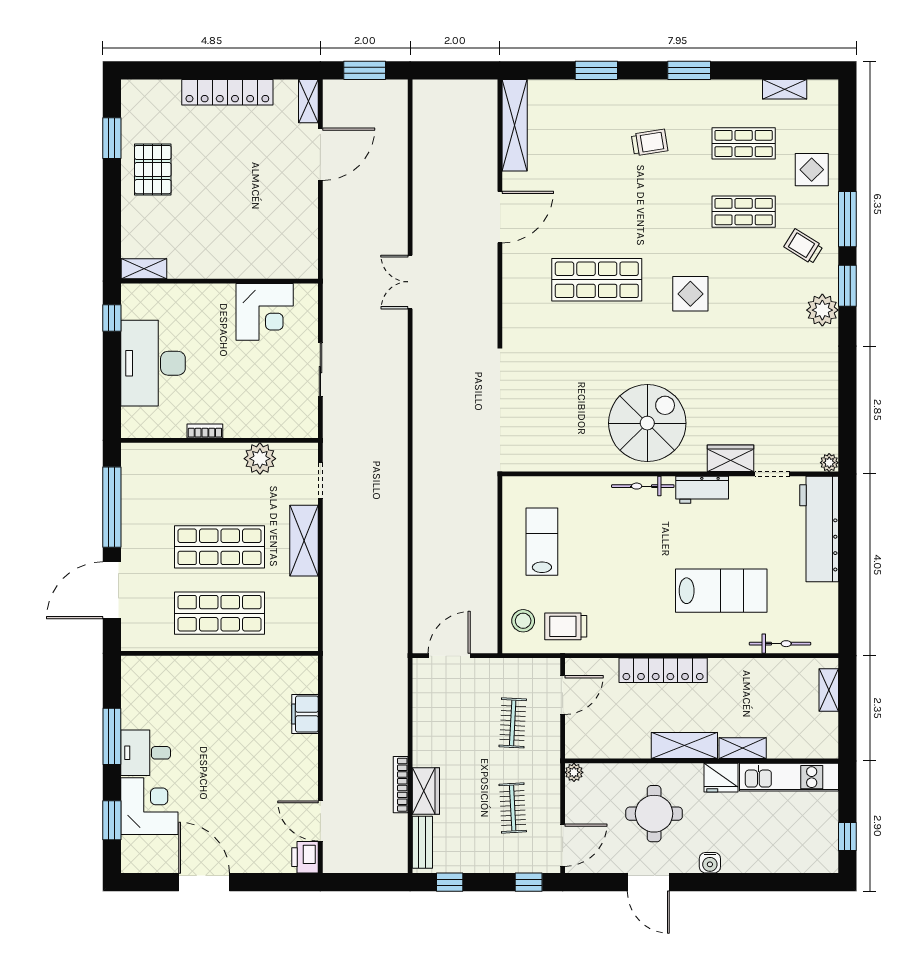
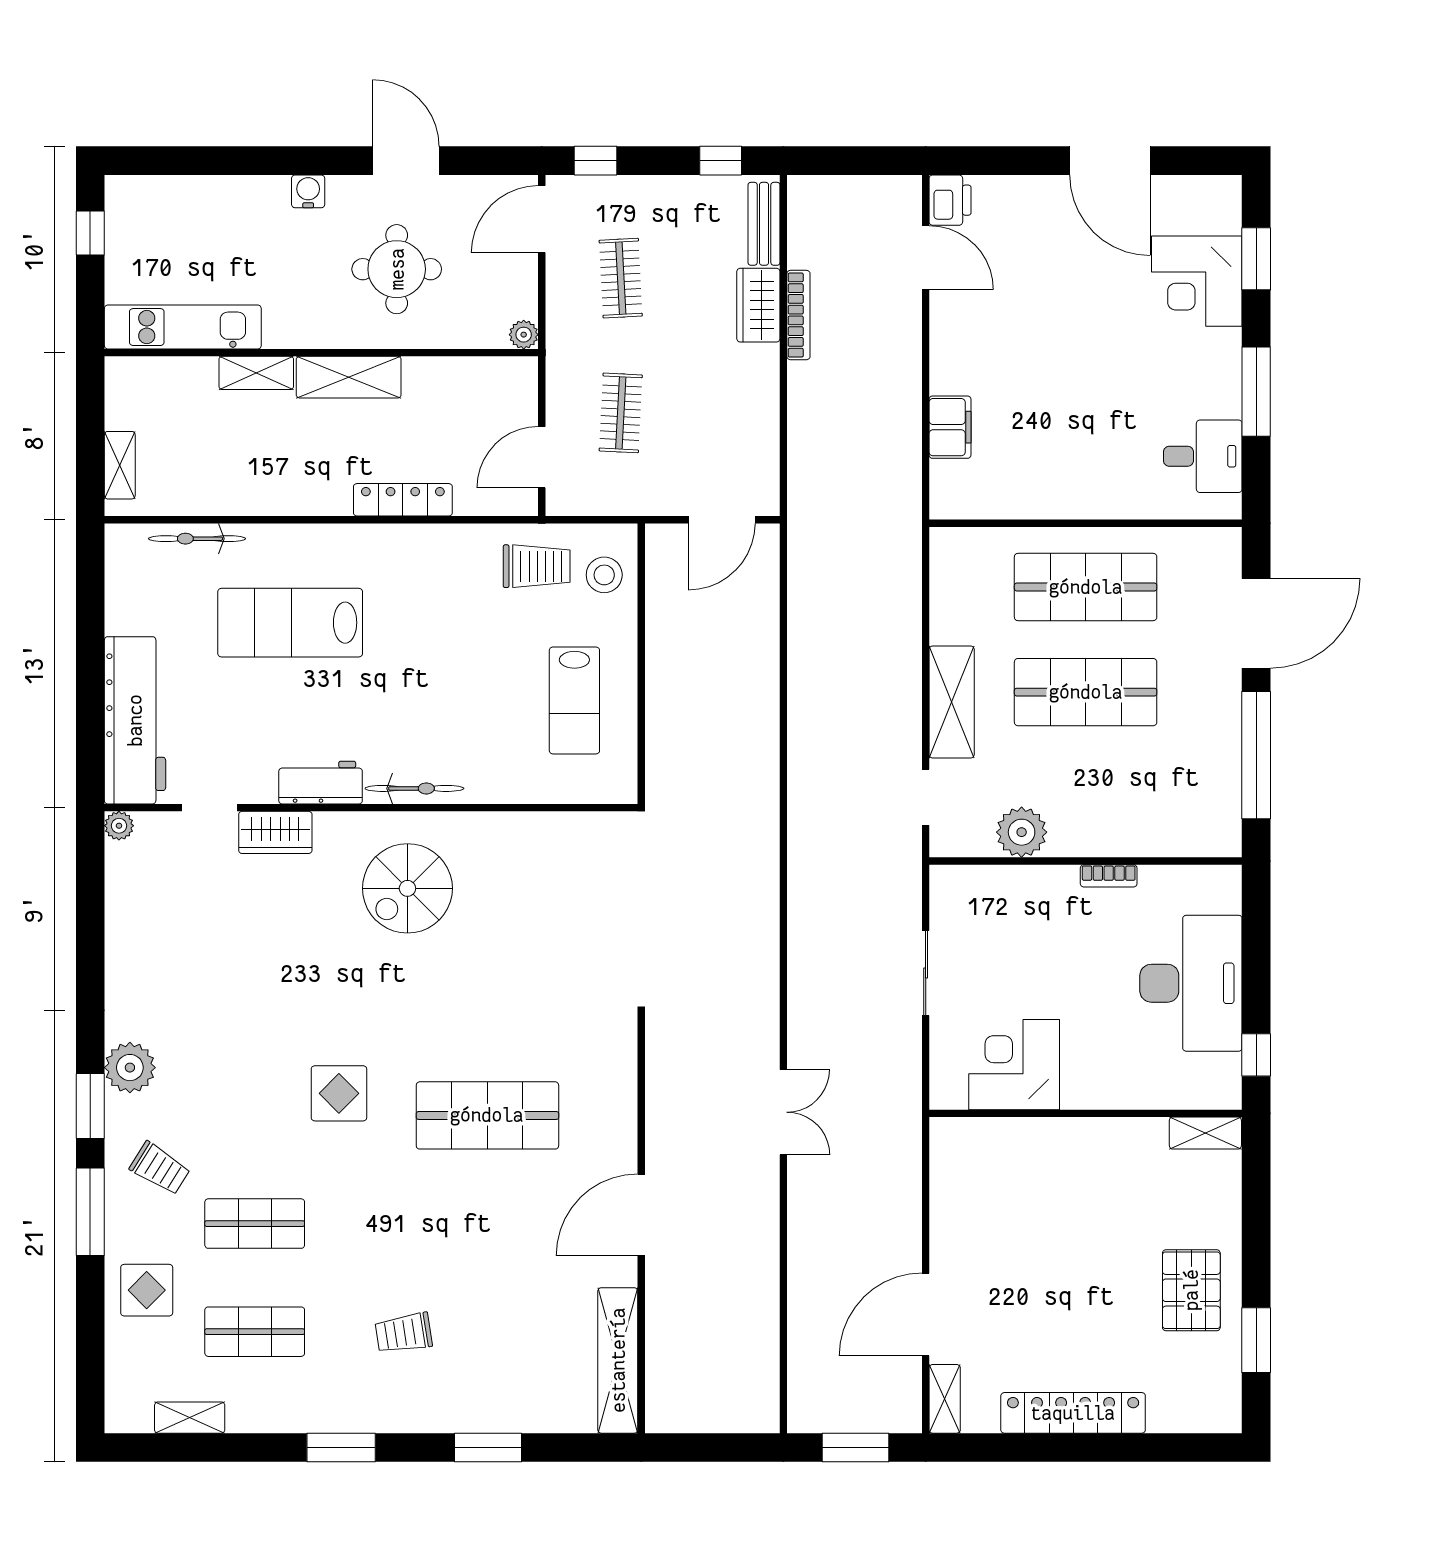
spiral stairs: (647, 423) -> (407, 888), width x0.73, depth x0.73
locker: (663, 670) -> (403, 500), width x0.71, depth x0.83
desk: (146, 753) -> (1203, 456), moved
fridge: (721, 778) -> (291, 326), removed

